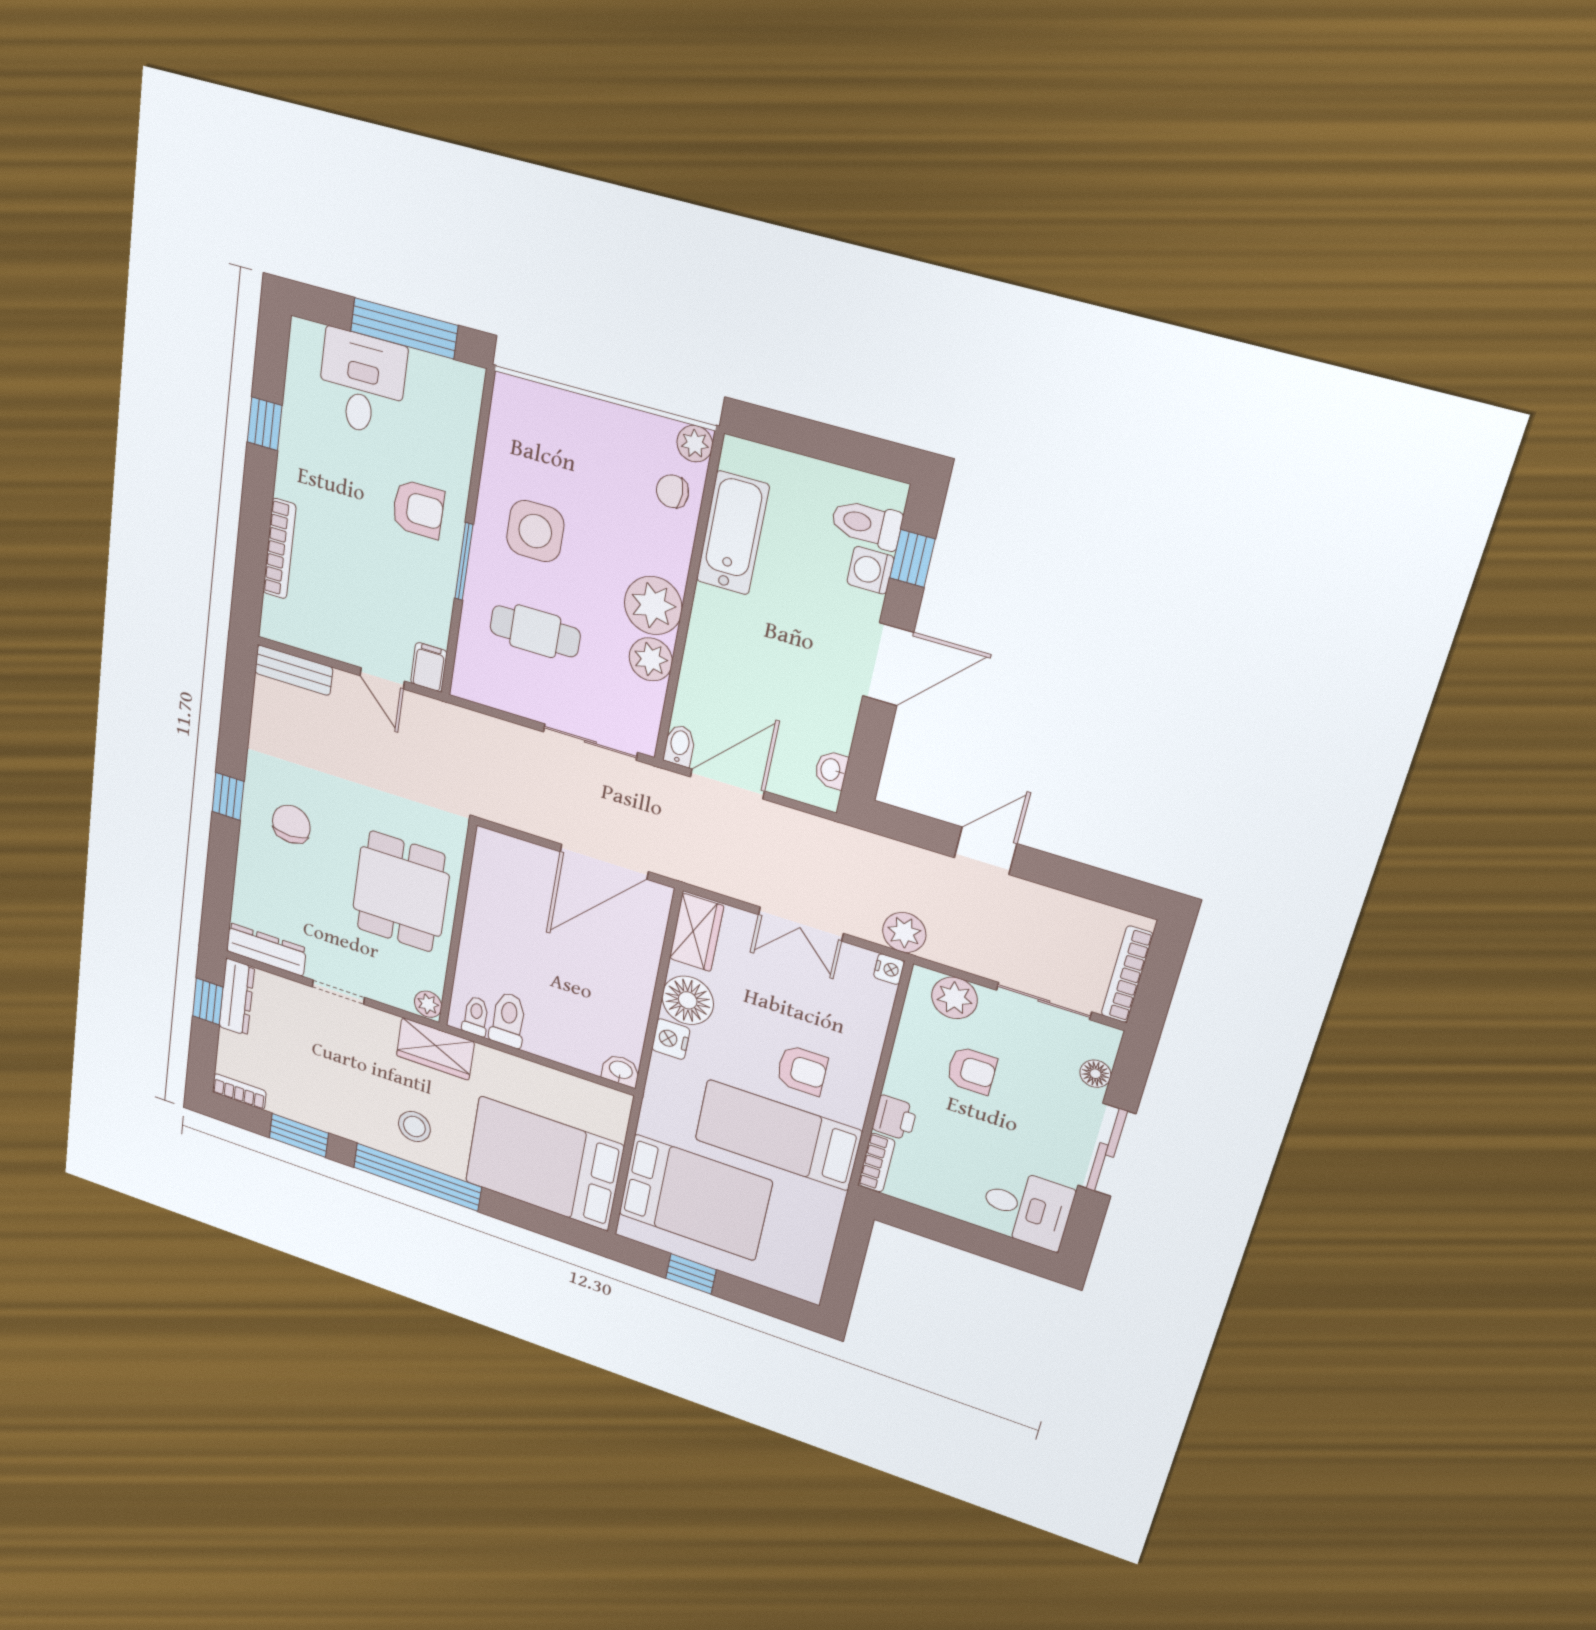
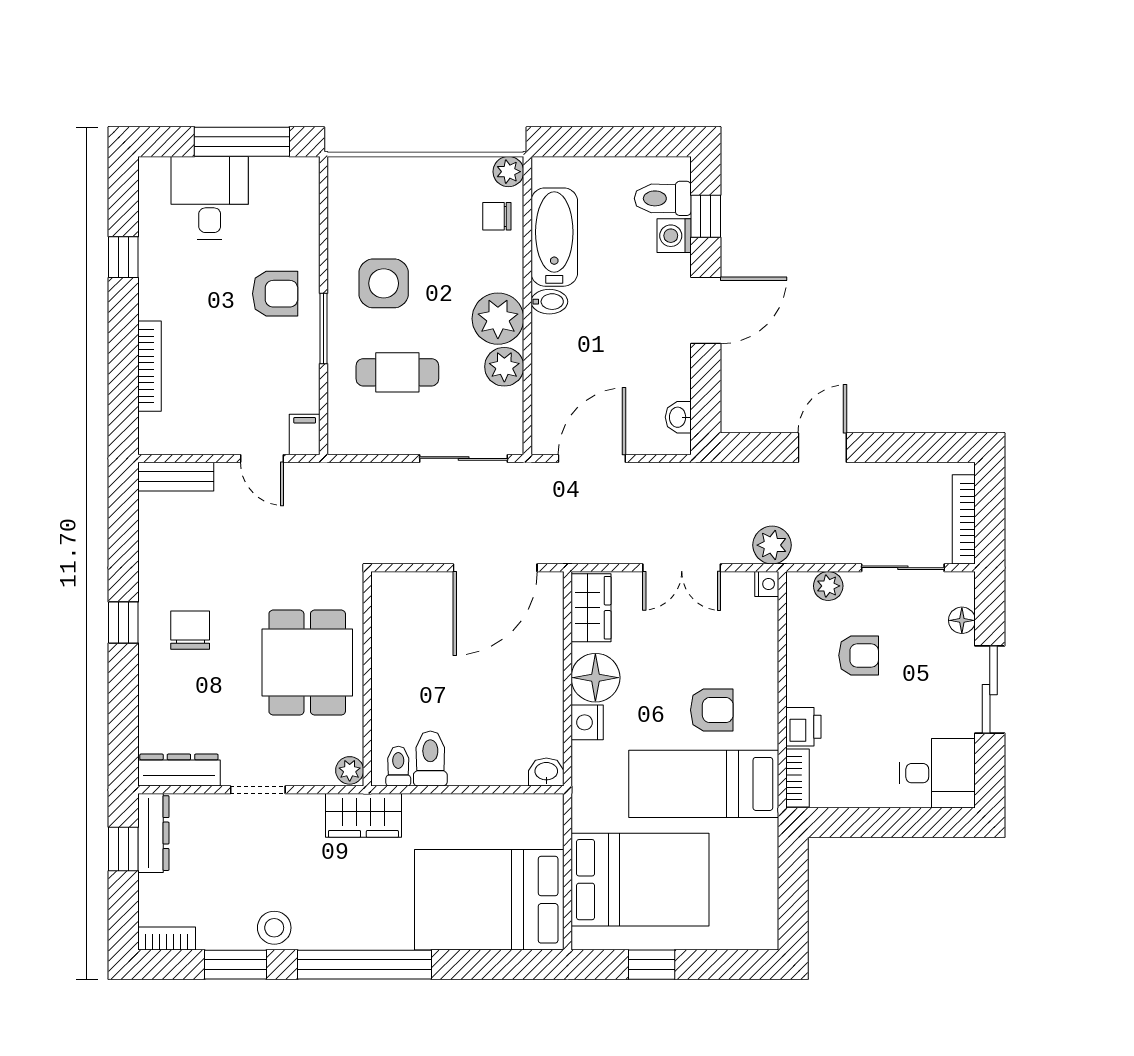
bidet: (679, 745) -> (549, 302), moved, turned 90
plant: (955, 998) -> (828, 586), width x0.73, depth x0.73
stool: (414, 1127) -> (274, 928), moved

